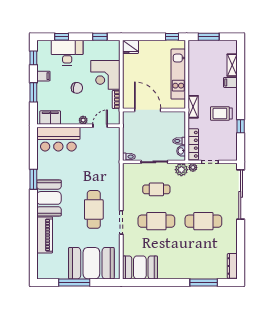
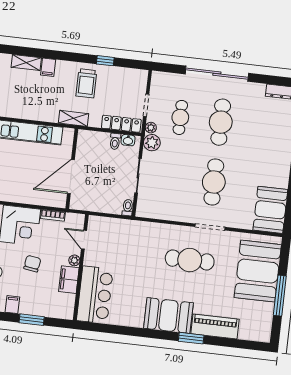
filing cabinet: (50, 118) -> (69, 280), moved
window: (33, 179) -> (191, 338), moved
cafe table: (156, 189) -> (180, 117), moved
sliding door: (241, 194) -> (217, 74), moved

